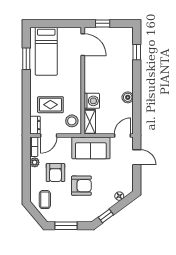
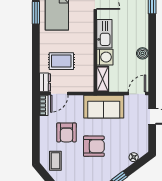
kitchen sink: (91, 79) -> (104, 34), added
stool: (72, 121) -> (84, 78), removed
plant: (35, 162) -> (45, 122), removed

